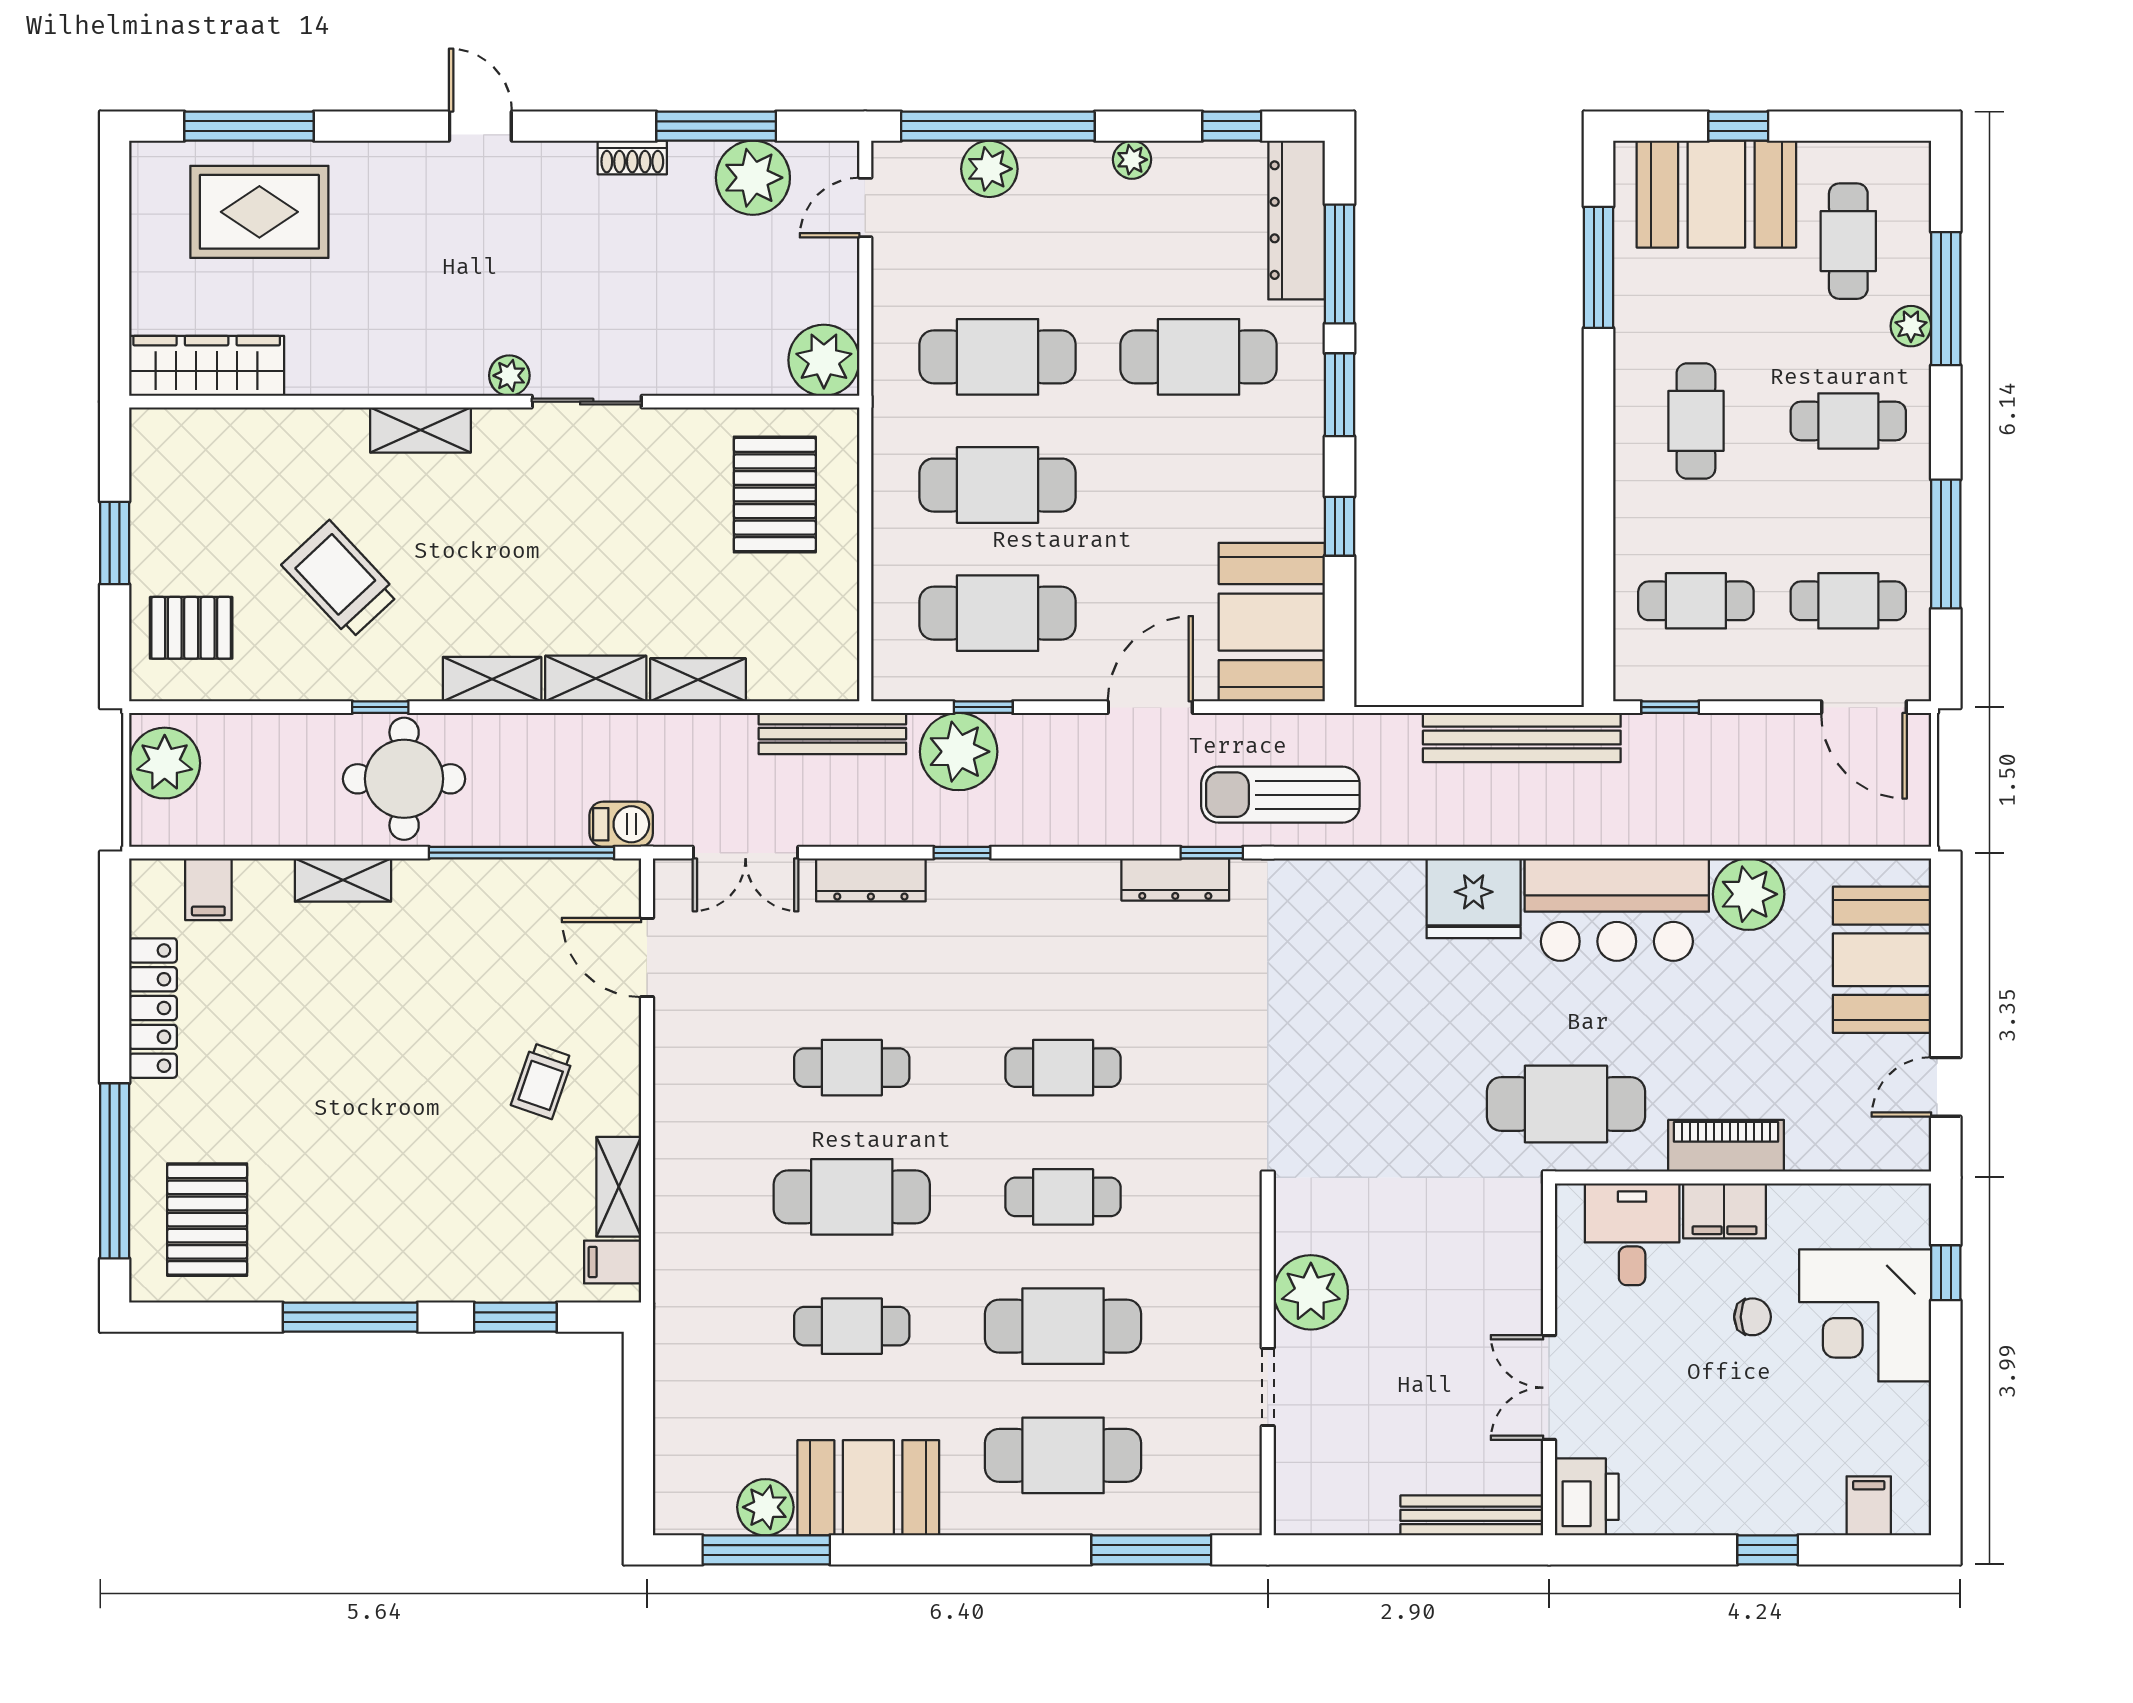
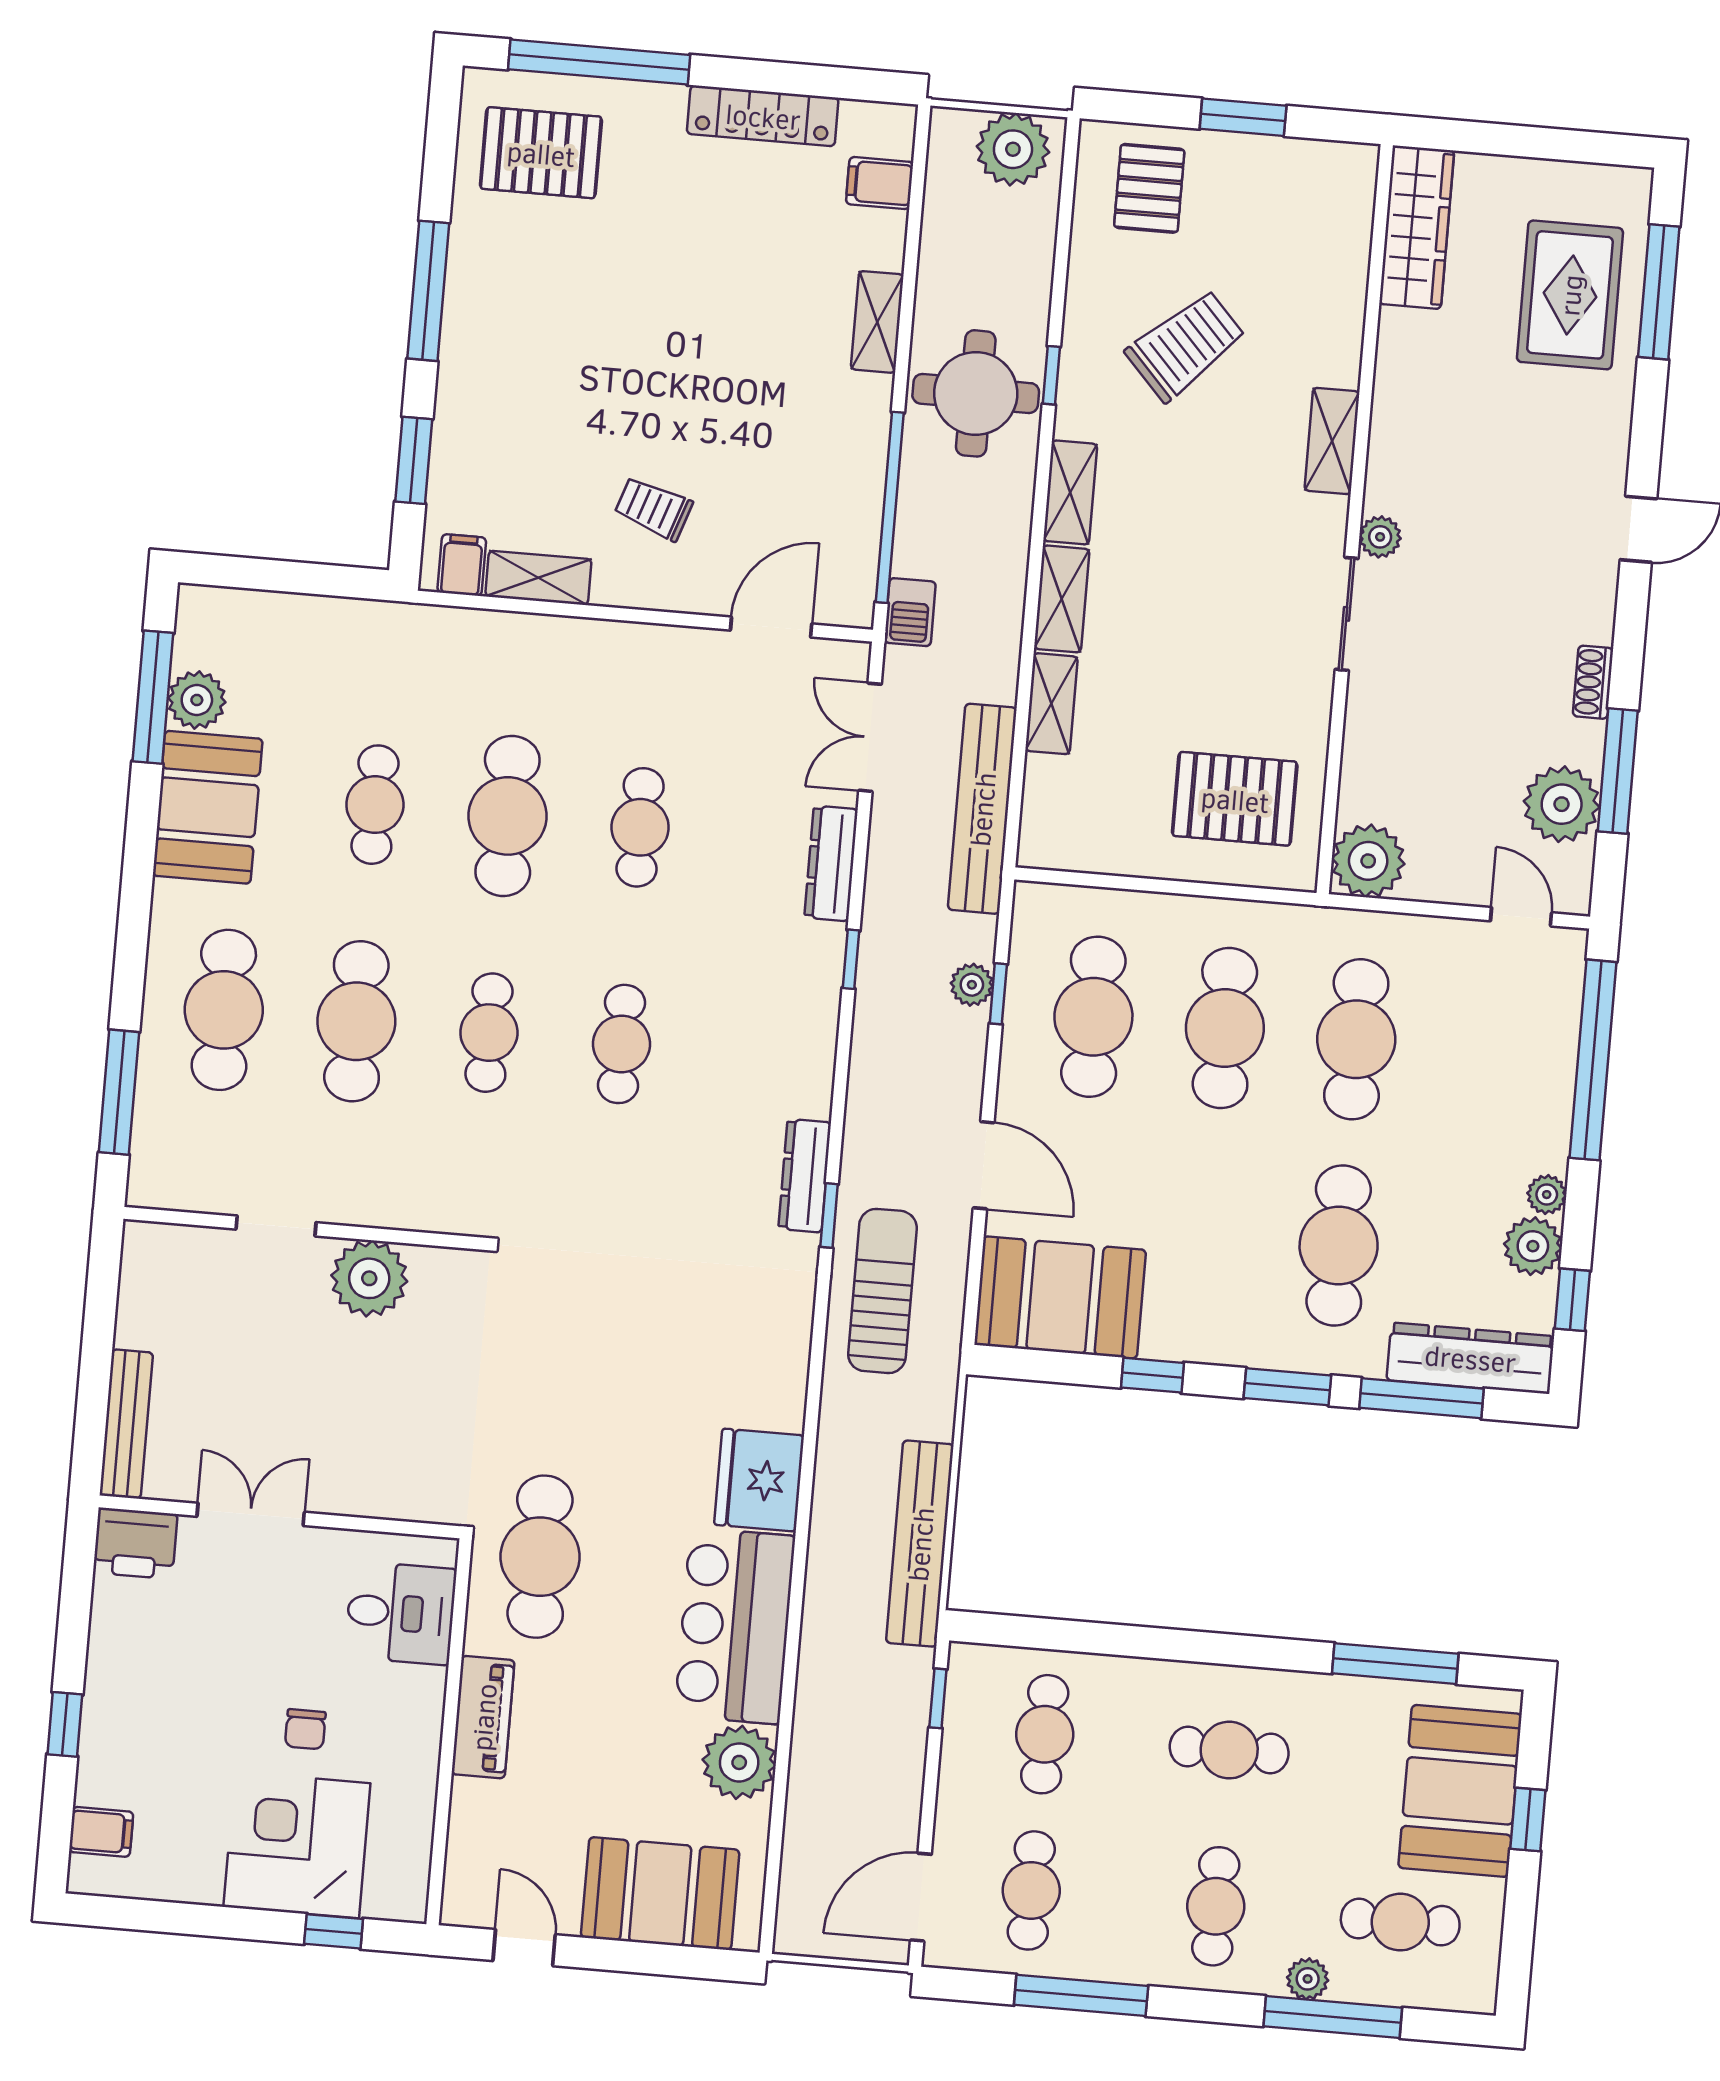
plant: (989, 169) -> (1533, 1246), moved
bench: (832, 734) -> (982, 809), width x1.37, depth x1.21
plant: (959, 752) -> (972, 985), width x0.53, depth x0.53
filing cabinet: (1724, 1211) -> (416, 1710), removed

